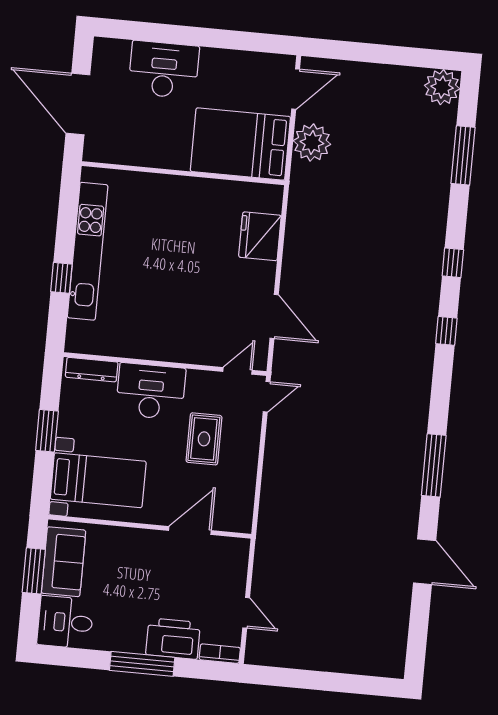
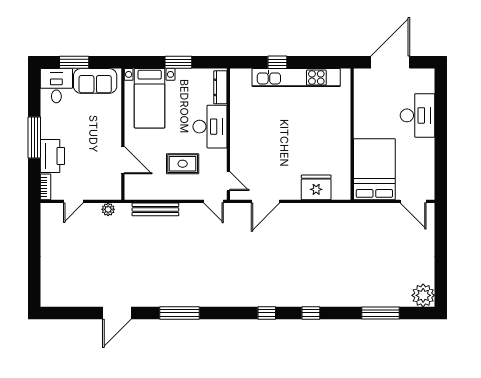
plant: (312, 142) -> (108, 209), moved, width x0.53, depth x0.53
bench: (271, 487) -> (155, 209), added
window: (34, 571) -> (74, 62), moved

